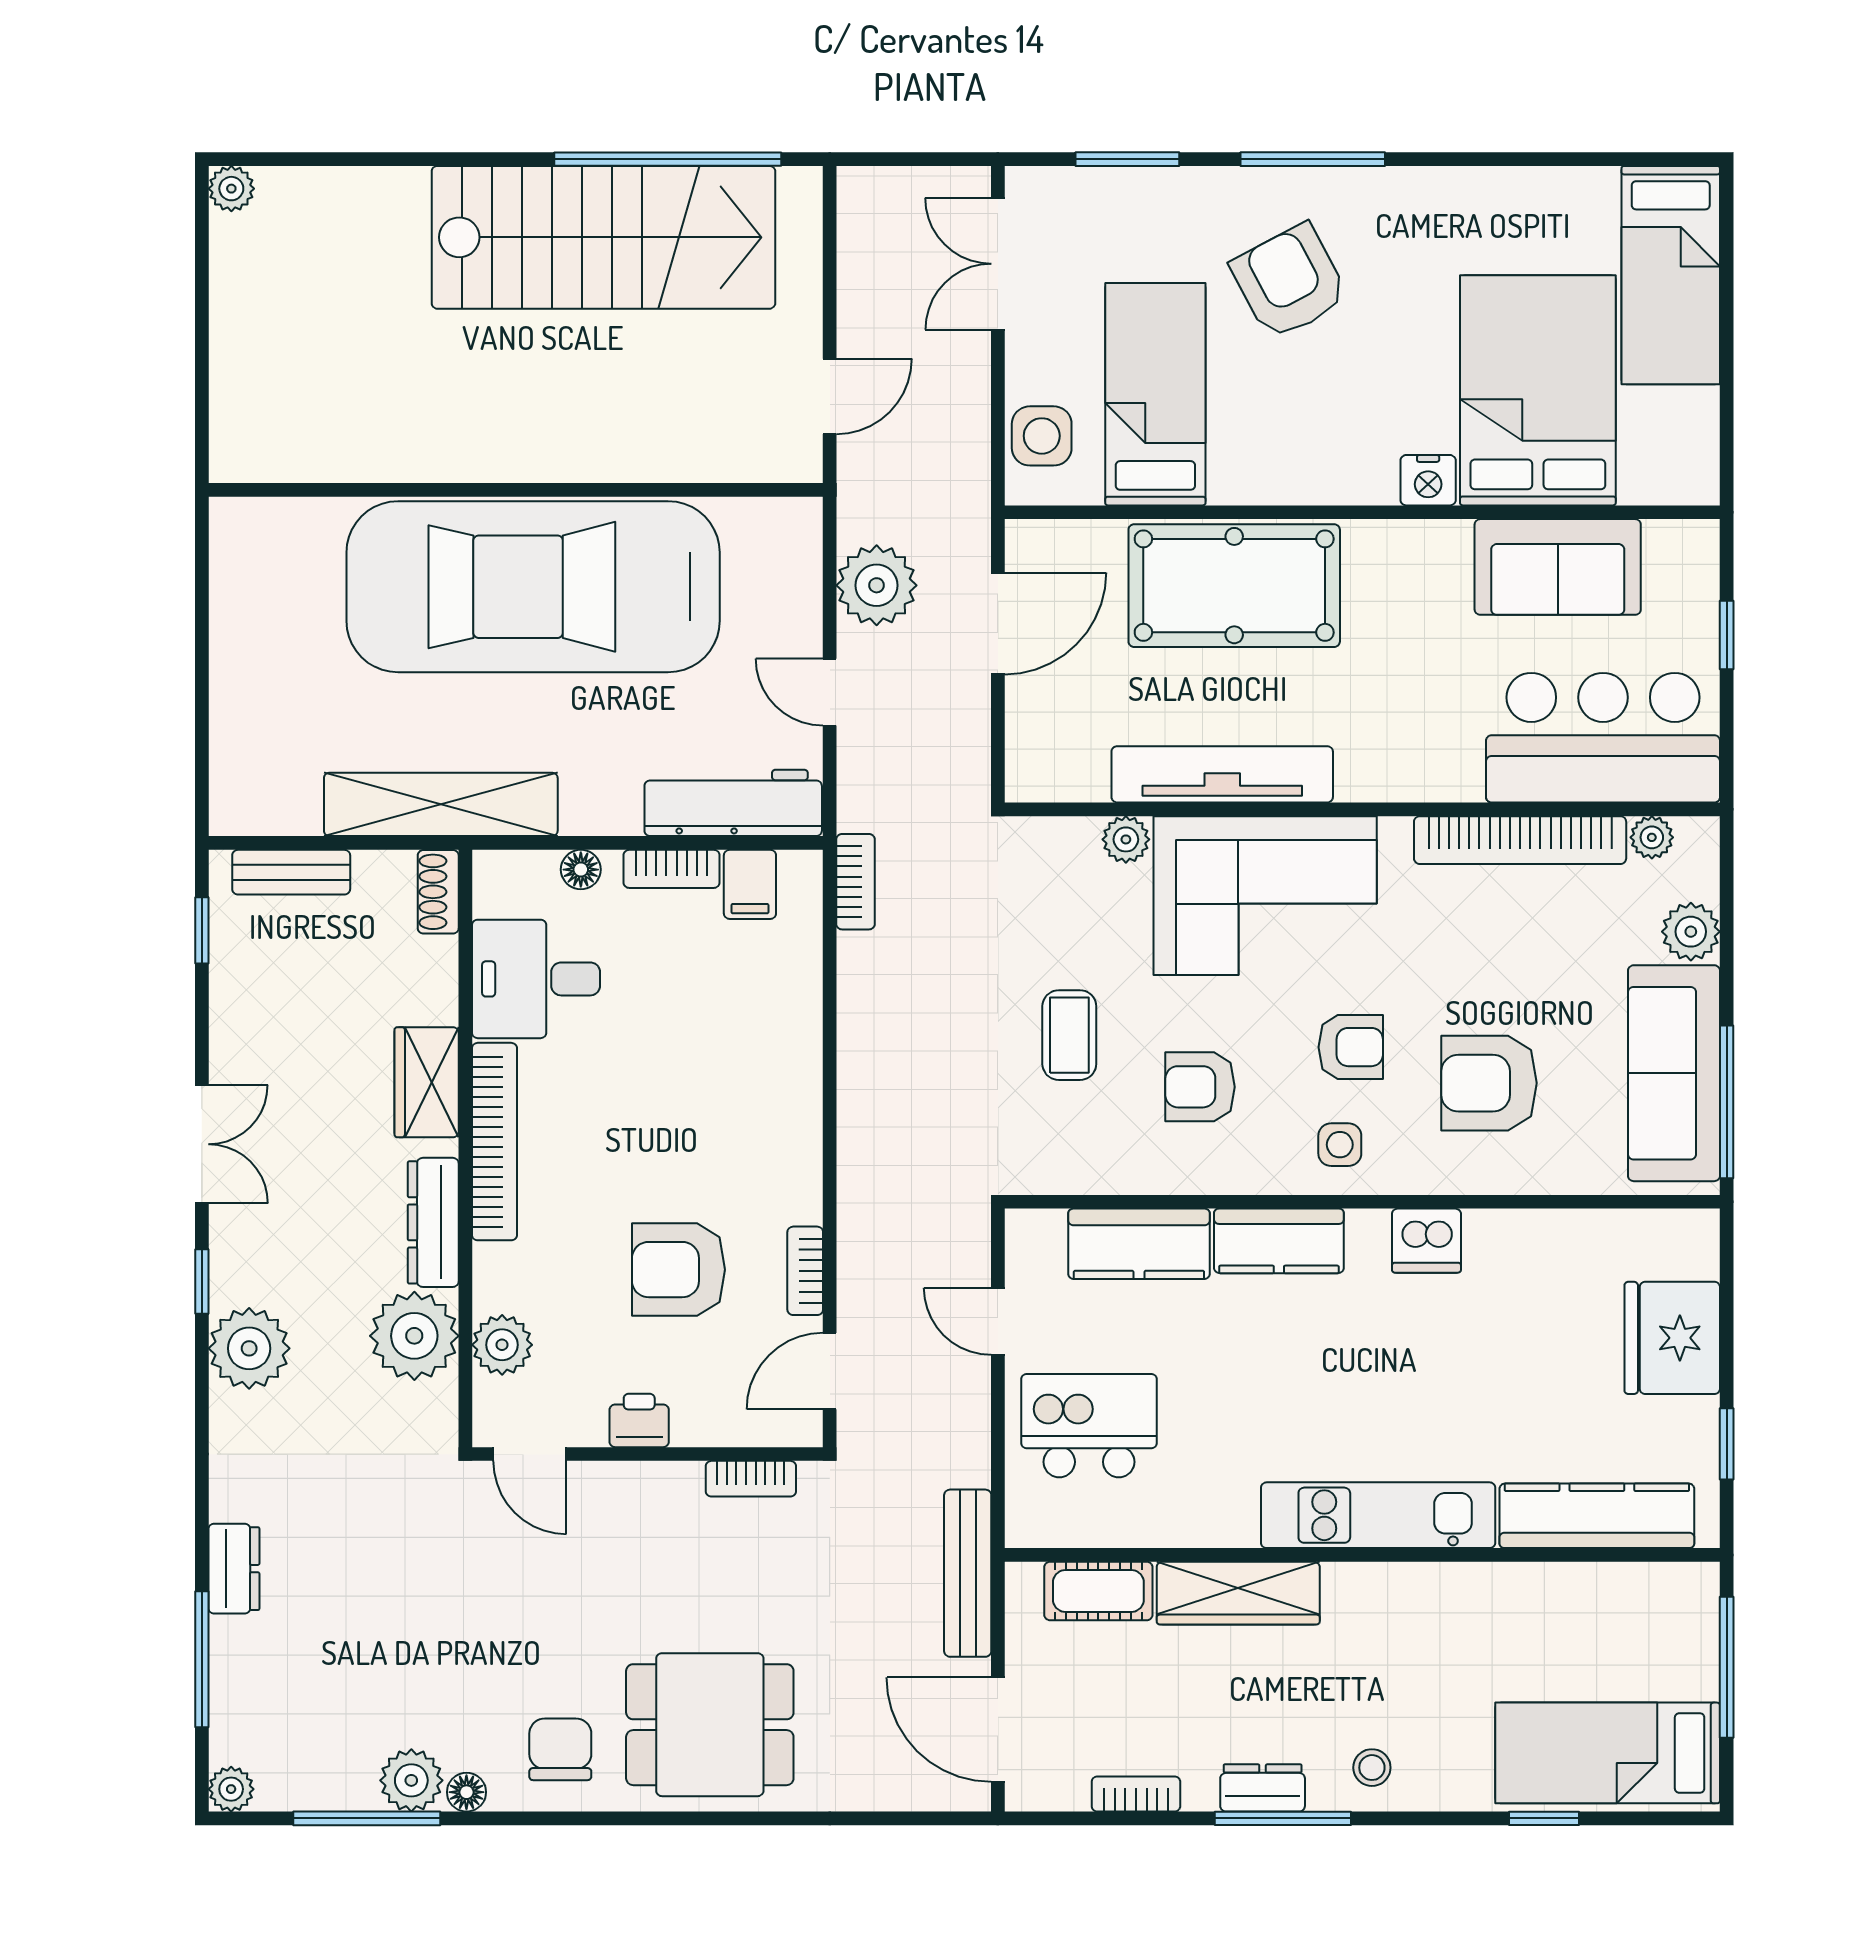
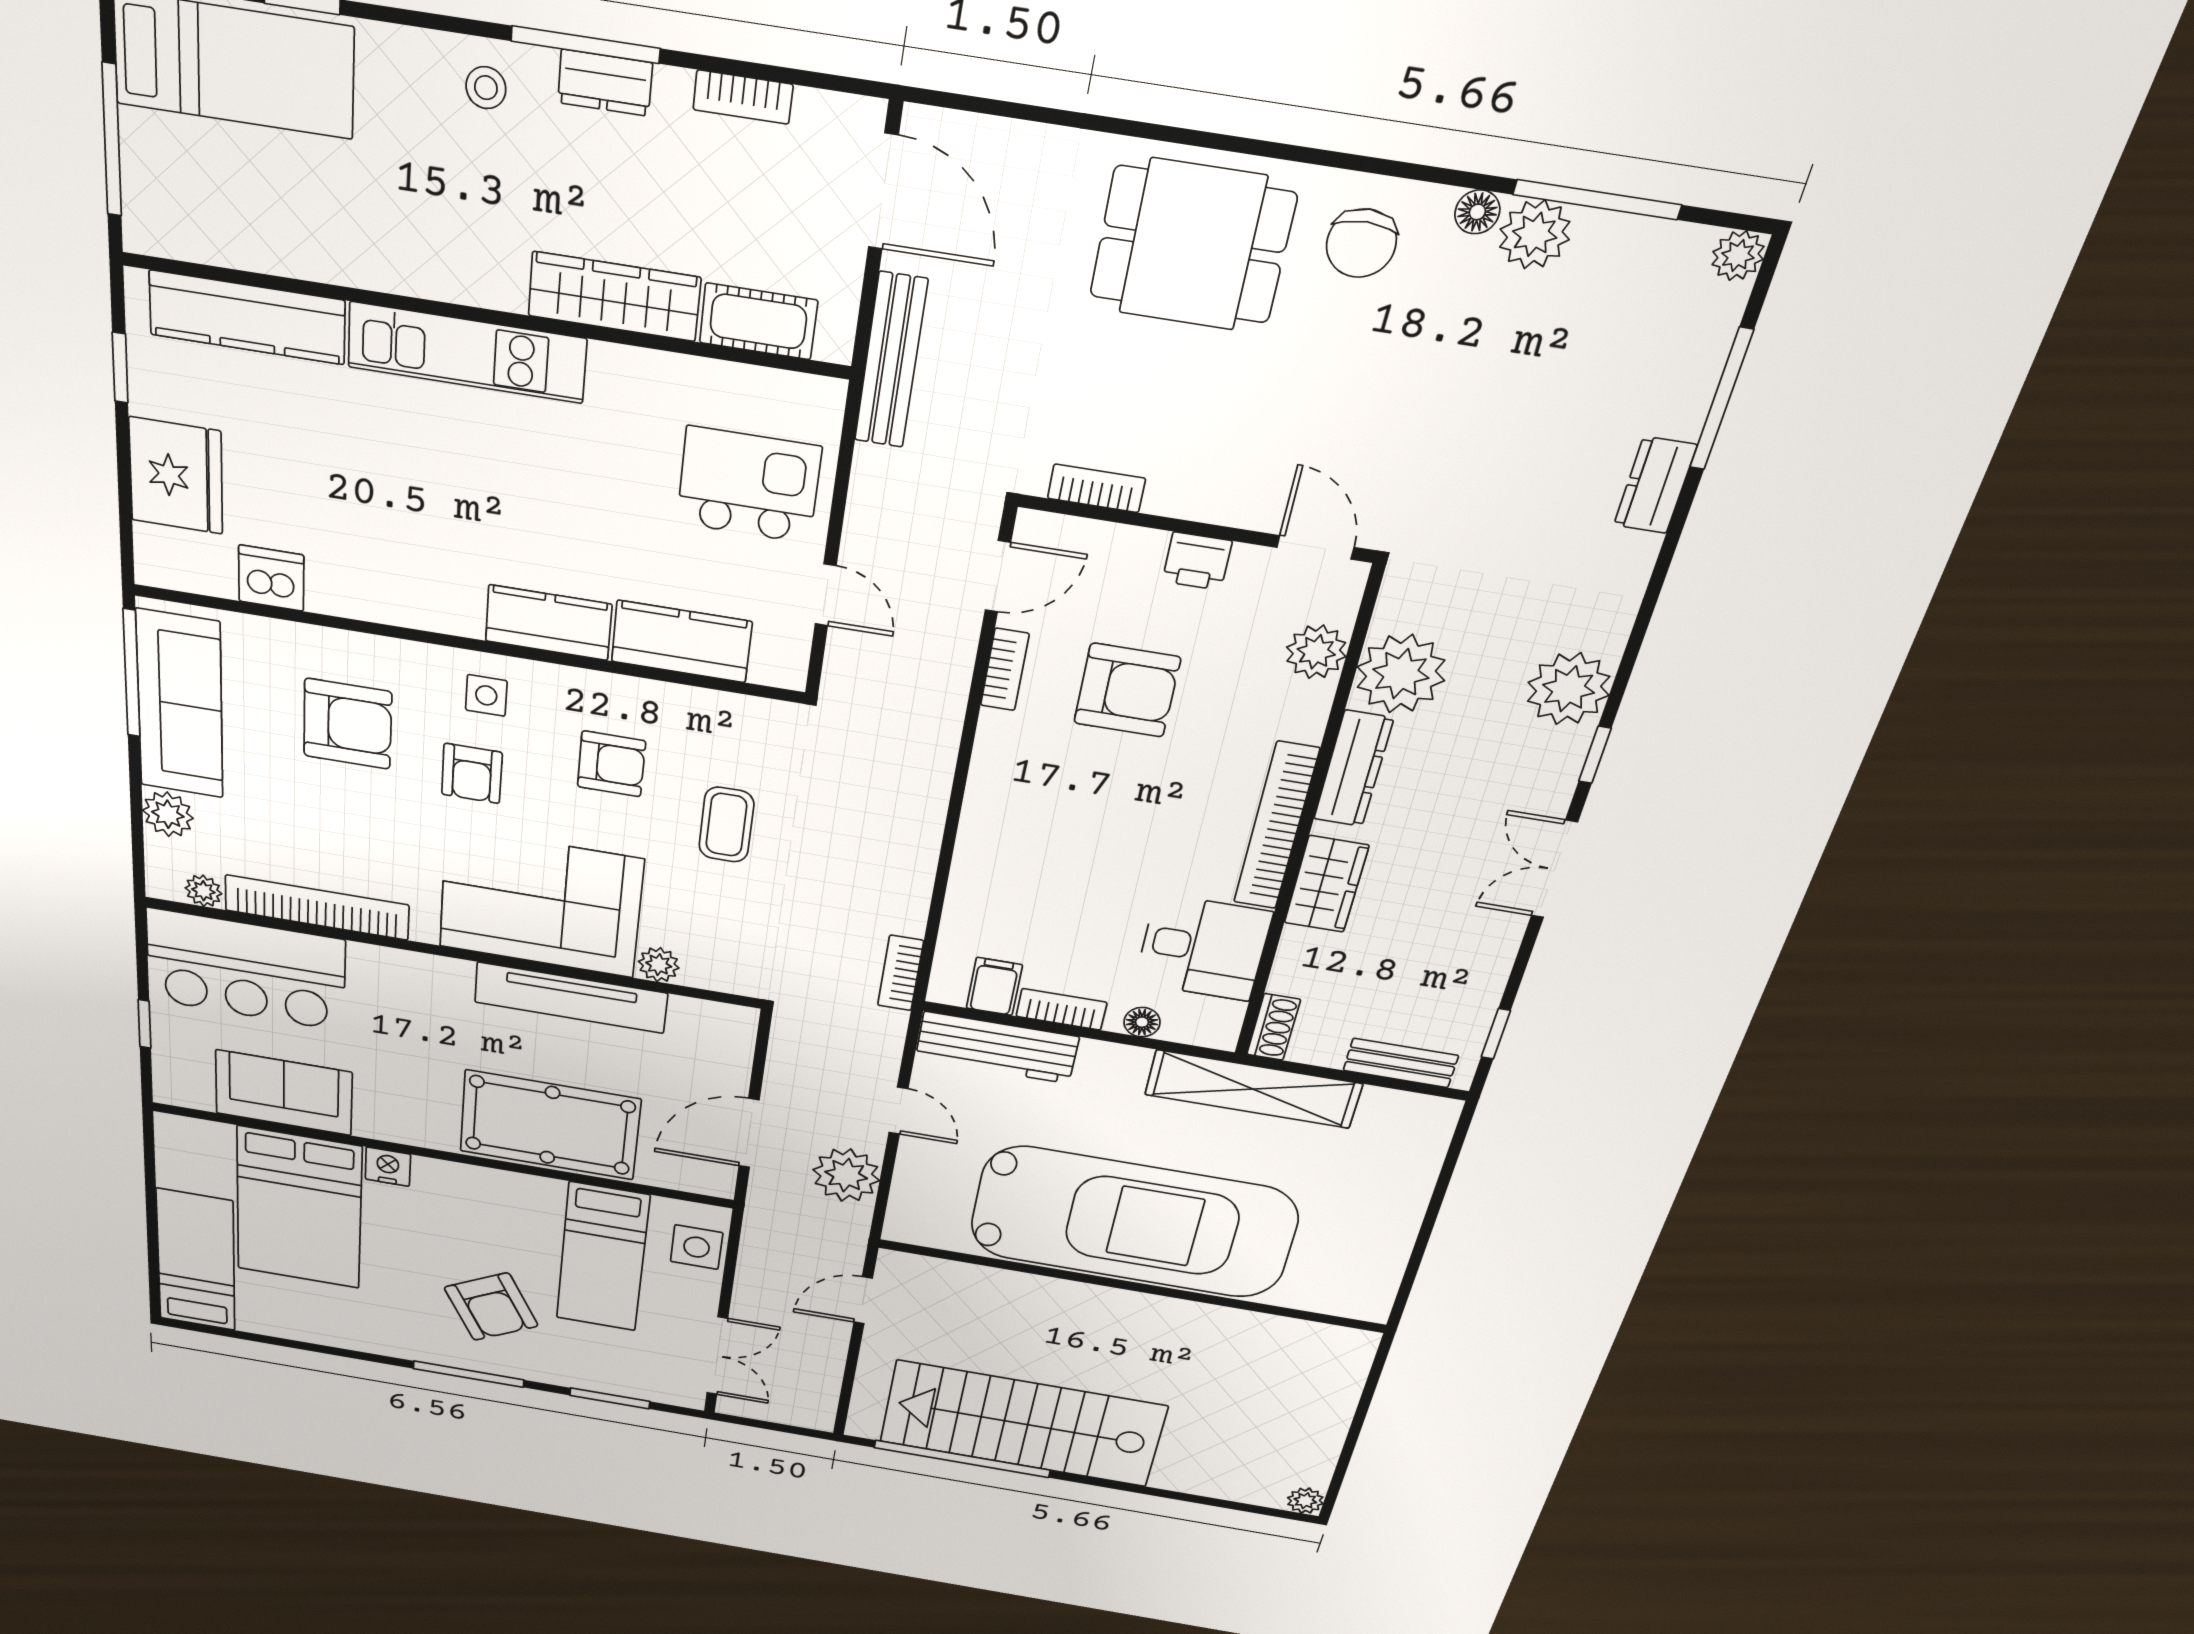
armchair: (1351, 1047) -> (472, 773), turned -90
dishwasher: (1426, 1241) -> (271, 578), moved
kitchen island: (1089, 1426) -> (749, 485), turned 180

